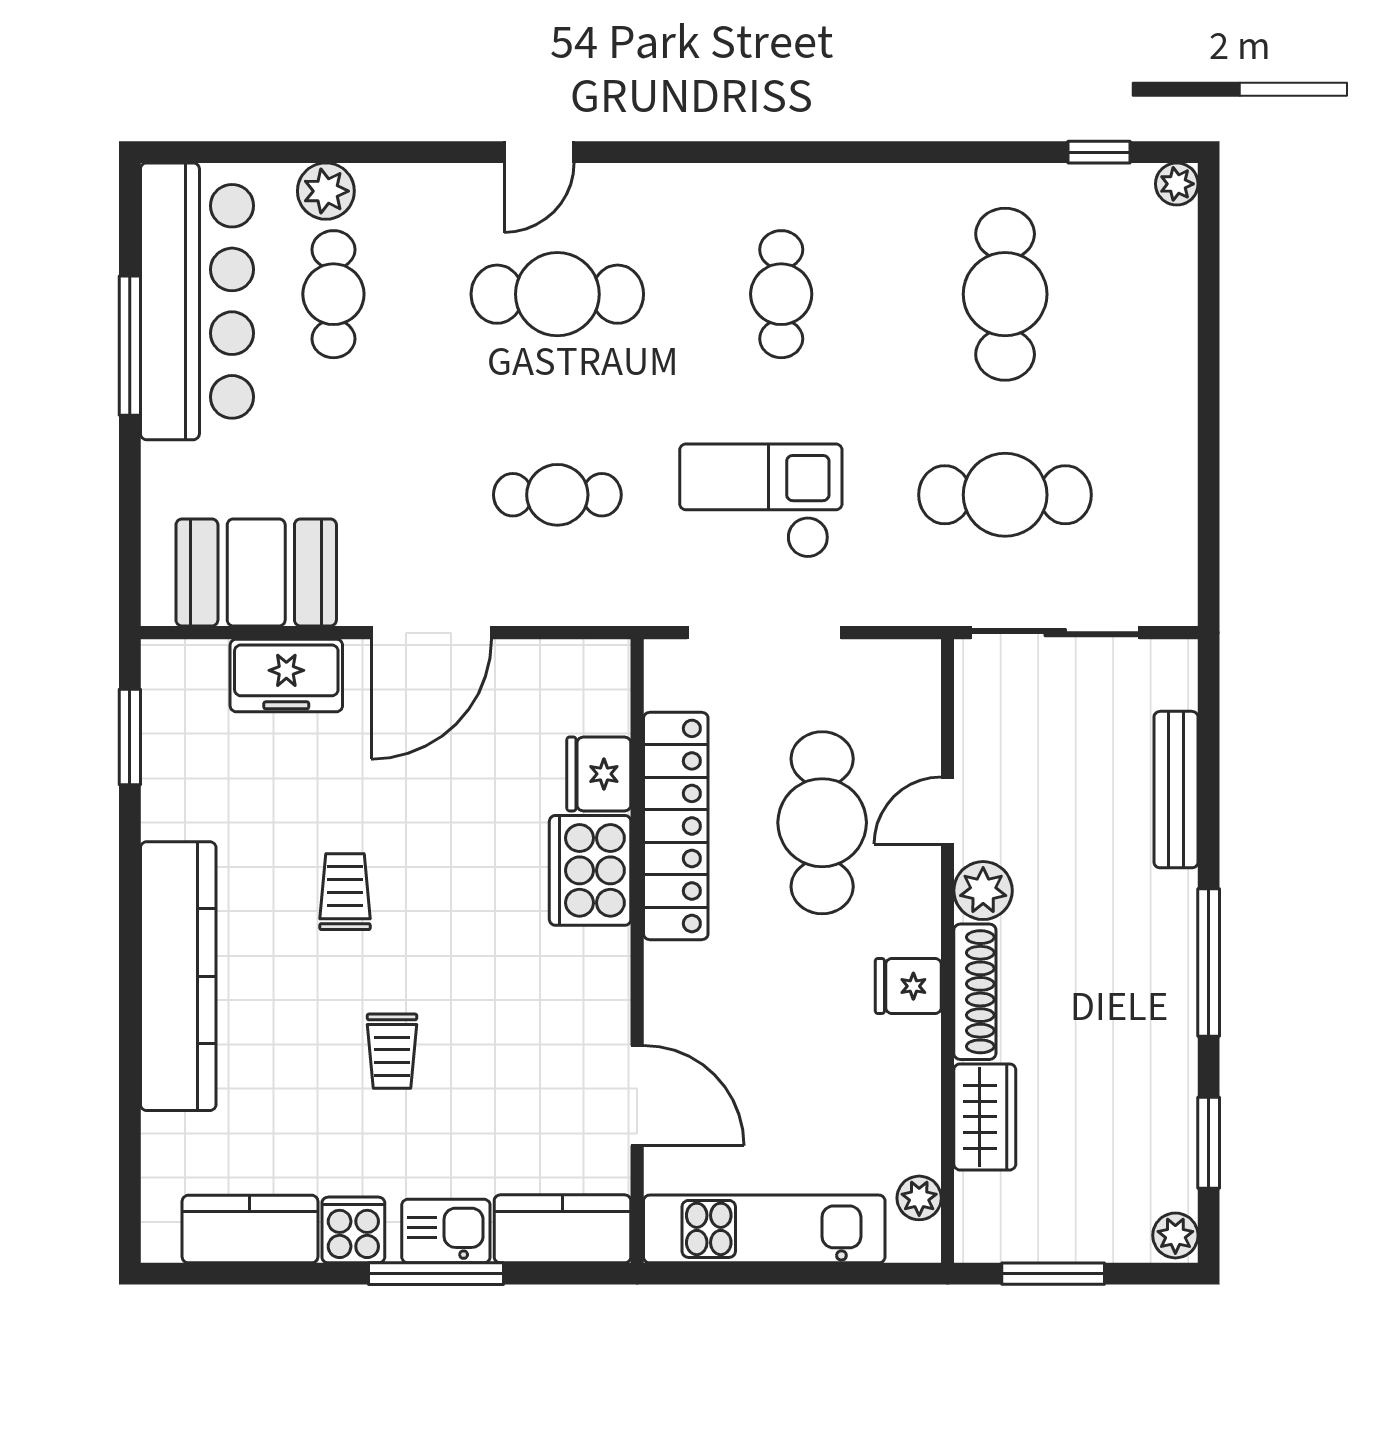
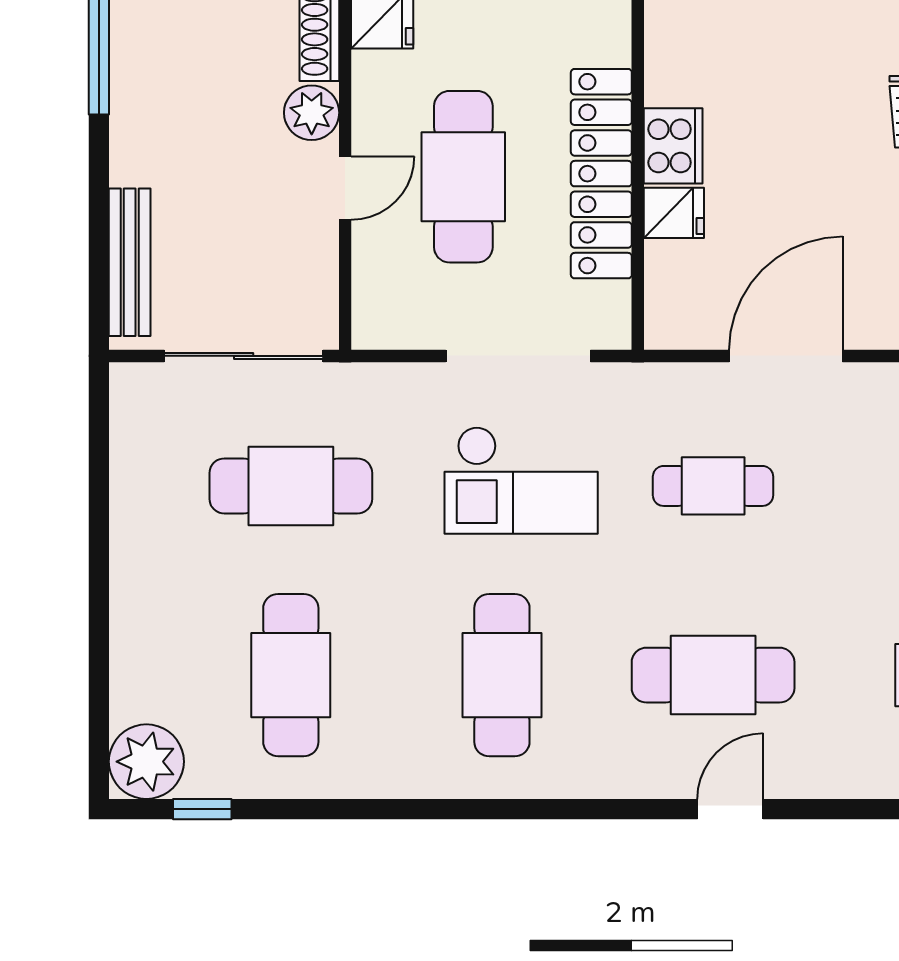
plant: (1177, 184) -> (146, 762), width x1.88, depth x1.88
cafe table: (781, 294) -> (502, 675), width x1.37, depth x1.35
door: (431, 633) -> (786, 356), moved
fridge: (599, 774) -> (674, 213), width x0.72
bench: (1176, 790) -> (130, 262), moved
cooker: (590, 870) -> (673, 146), width x0.73, depth x0.76

